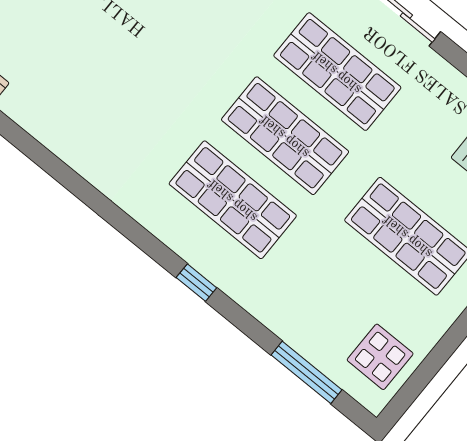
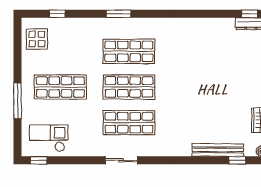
window: (196, 283) -> (119, 14), width x1.50
window: (306, 372) -> (57, 14), width x0.46

